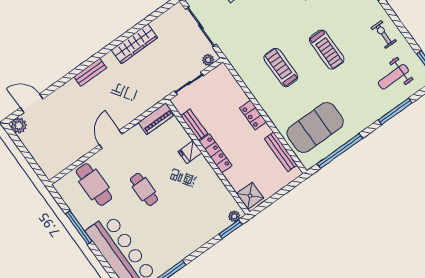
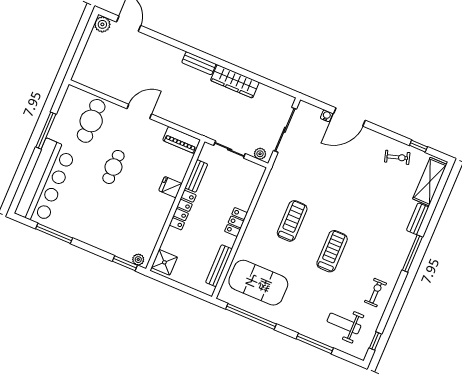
treadmill: (327, 50) -> (332, 251), turned 180
bench: (90, 72) -> (199, 63), moved

